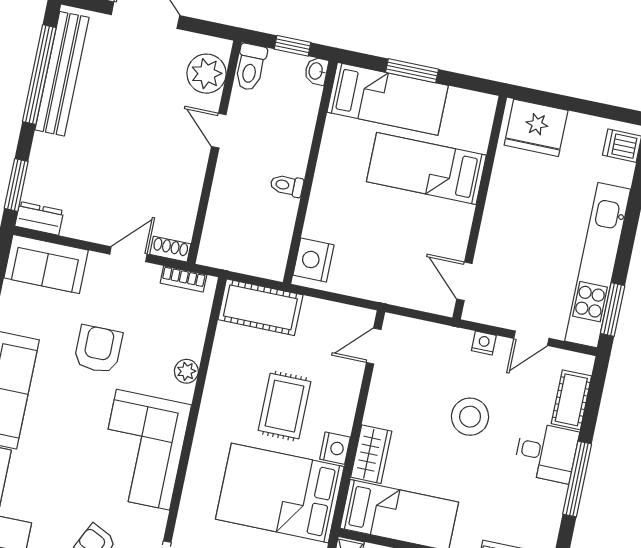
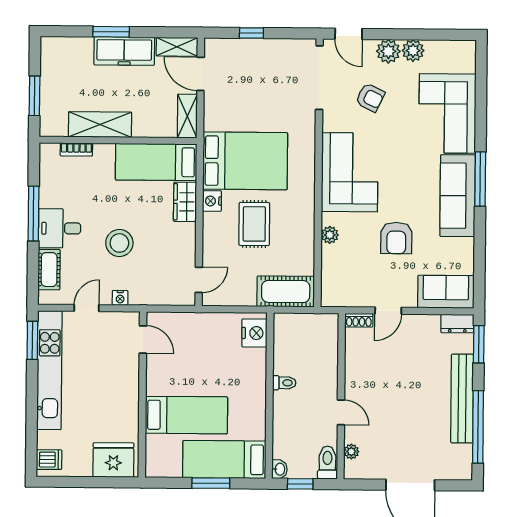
bench: (62, 74) -> (462, 399), moved
plant: (206, 74) -> (351, 452), width x0.53, depth x0.53
bookcase: (183, 279) -> (345, 301), removed

